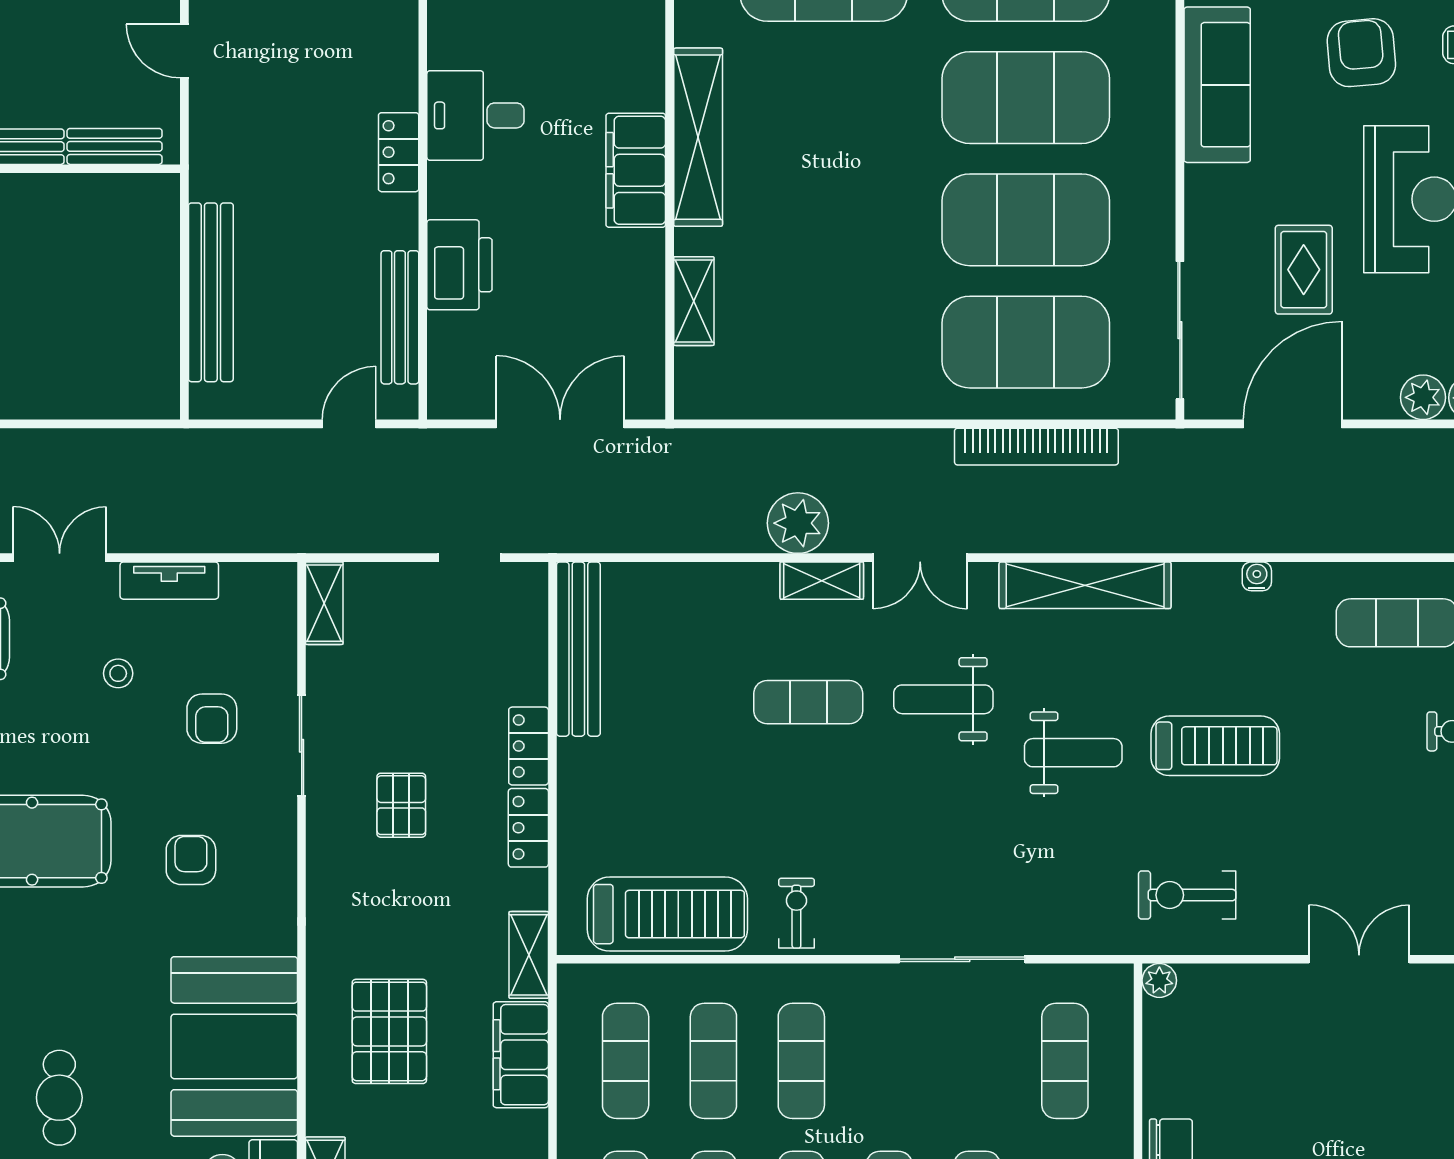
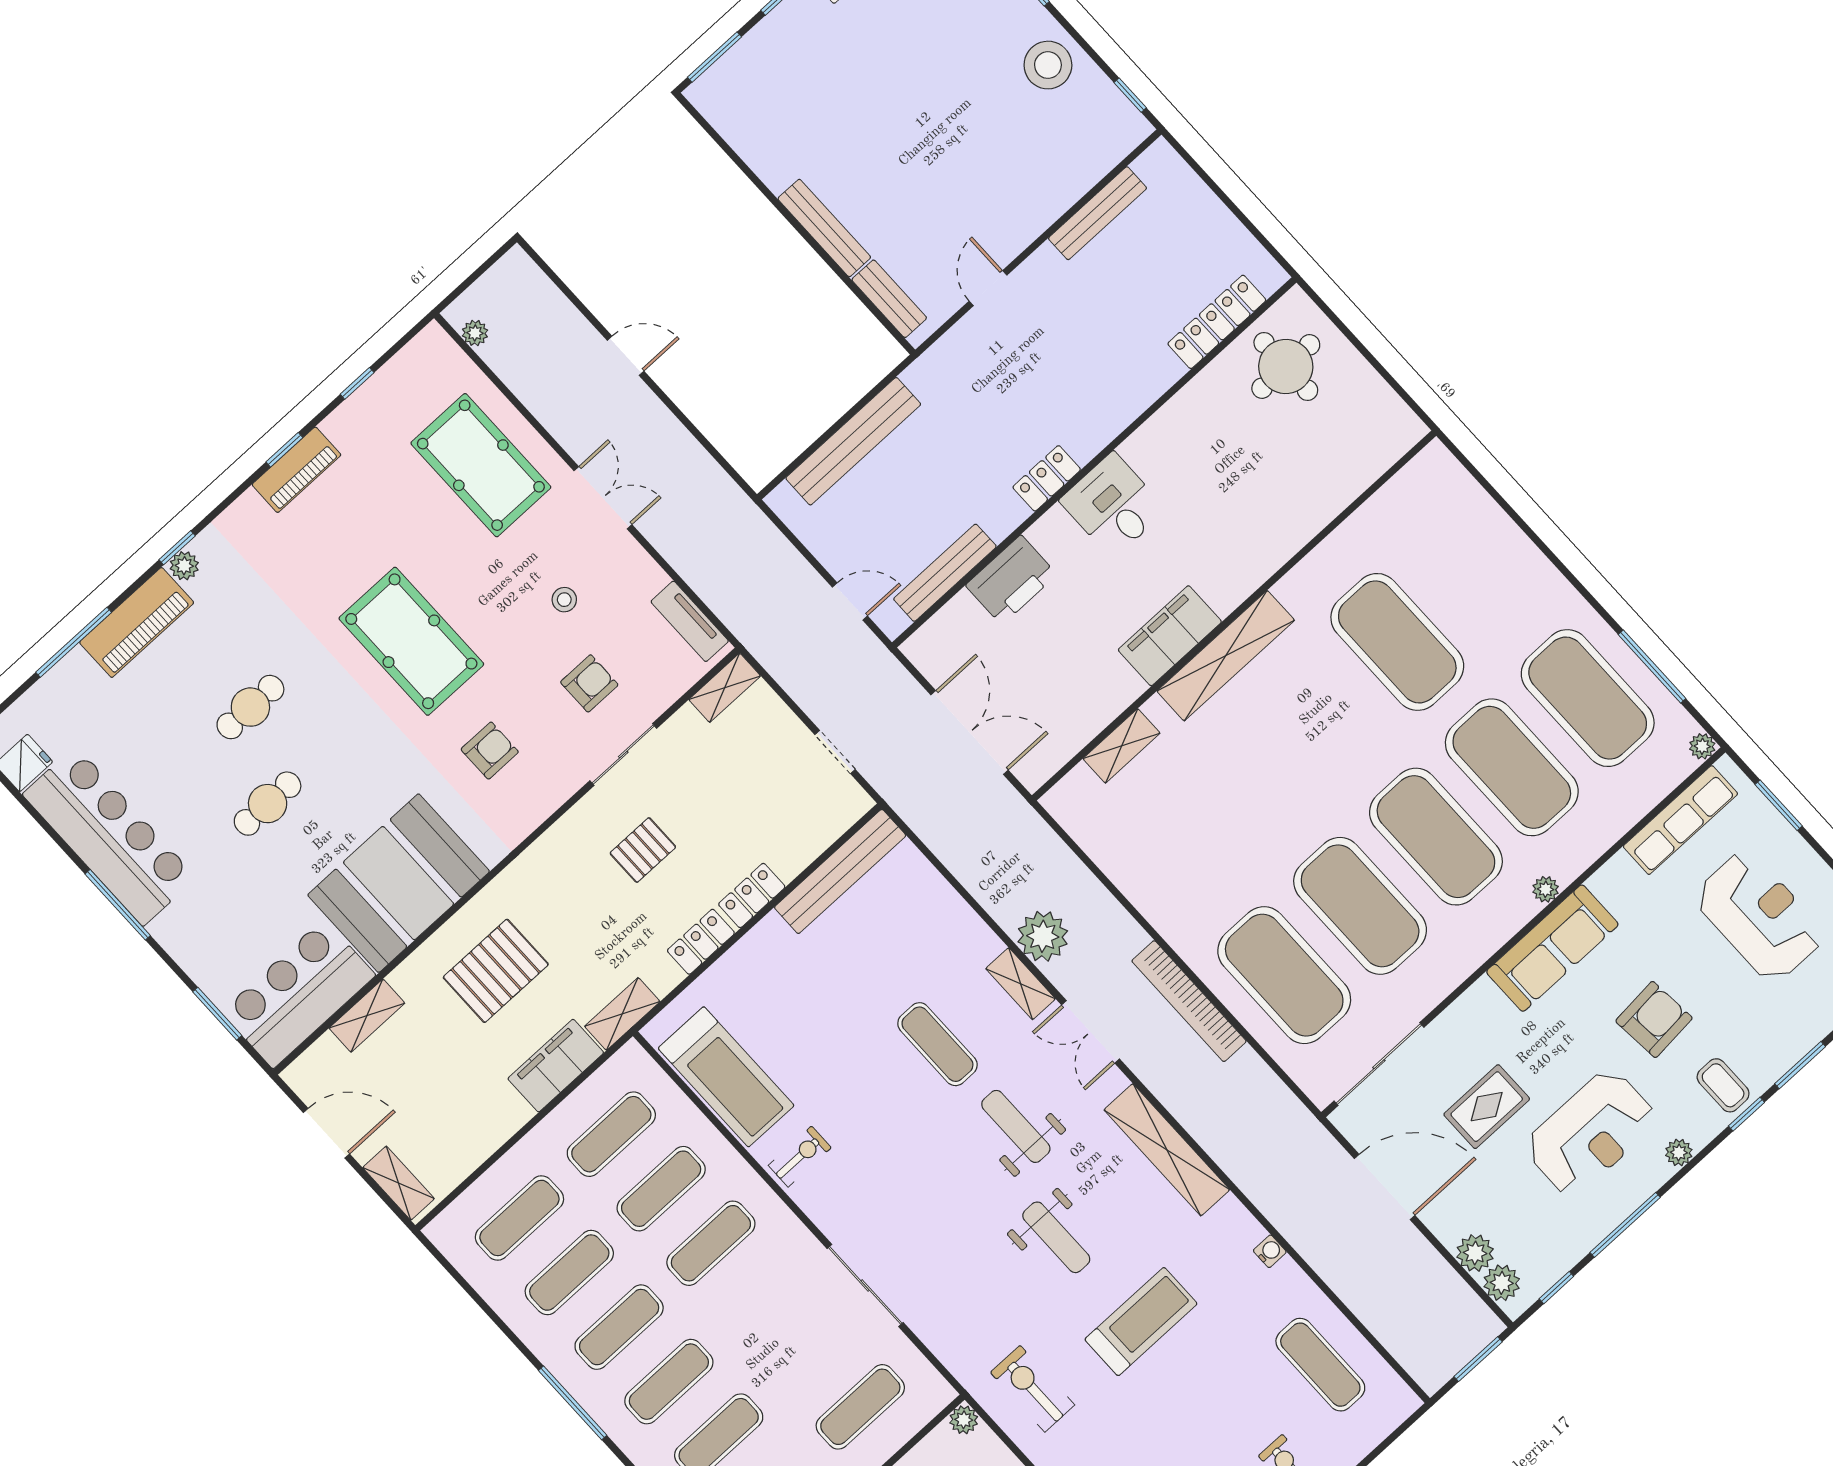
plant: (1160, 44) -> (1546, 889), added
bookcase: (1036, 447) -> (1189, 1001), moved
tv unit: (169, 581) -> (690, 621), moved
armchair: (212, 719) -> (589, 683), turned 180
treadmill: (1215, 746) -> (1141, 1322), turned -90

